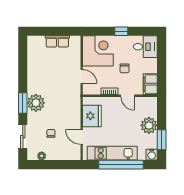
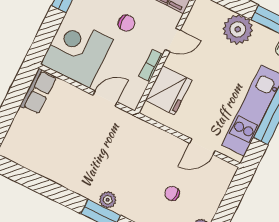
row of seats: (57, 41) -> (38, 92), moved
plant: (36, 103) -> (108, 200), width x0.53, depth x0.53
fridge: (92, 116) -> (168, 90), moved, turned 90

